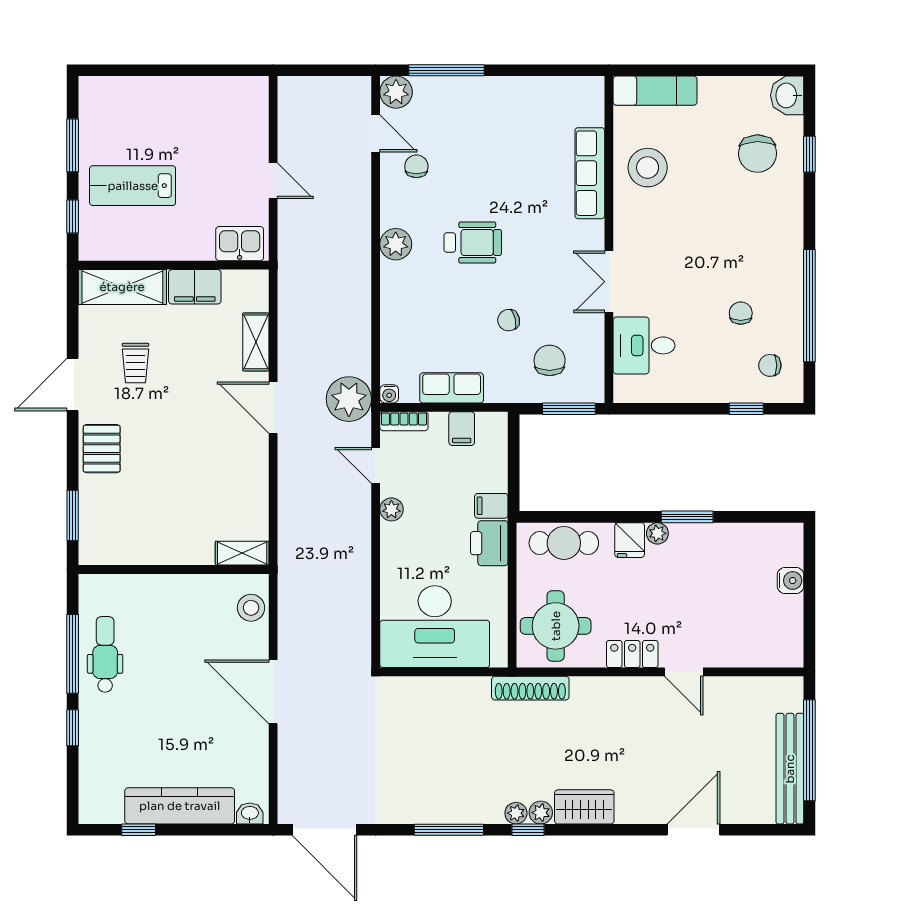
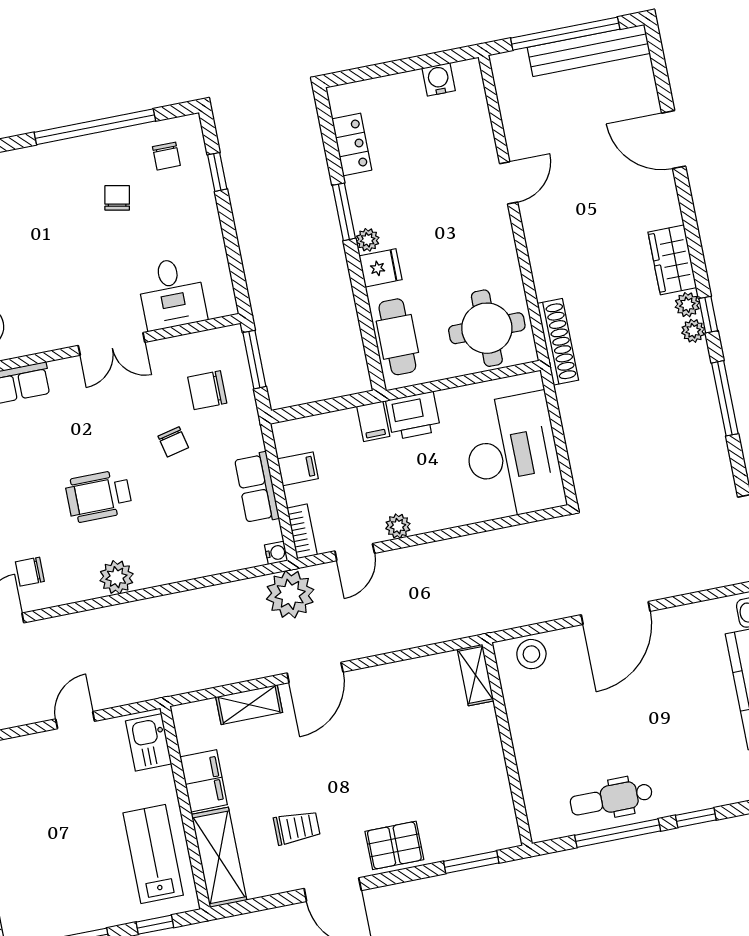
lab bench: (133, 186) -> (153, 854), moved, turned 180
wheelchair: (473, 243) -> (99, 496), turned -90
chair: (741, 313) -> (117, 198), turned 101
water cooler: (791, 581) -> (439, 79), moved
locker: (632, 654) -> (352, 144), moved, turned 180

